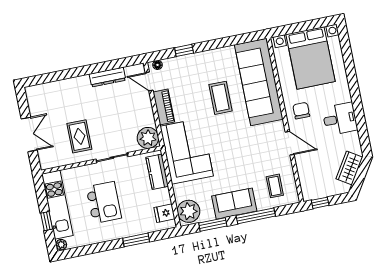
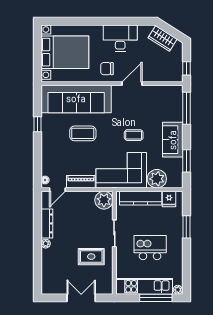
window: (184, 50) -> (38, 124), moved
plant: (84, 80) -> (46, 244), added
desk: (340, 119) -> (120, 38), width x1.37
kitchen counter: (157, 172) -> (141, 198), width x1.50
coffee table: (275, 186) -> (134, 135), moved
plant: (189, 211) -> (157, 179), moved
window: (256, 216) -> (186, 108), moved
window: (47, 221) -> (156, 298), width x2.17

